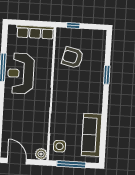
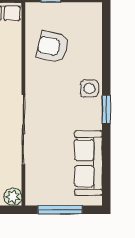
window: (107, 75) -> (106, 110), moved
side table: (60, 146) -> (89, 88), moved

